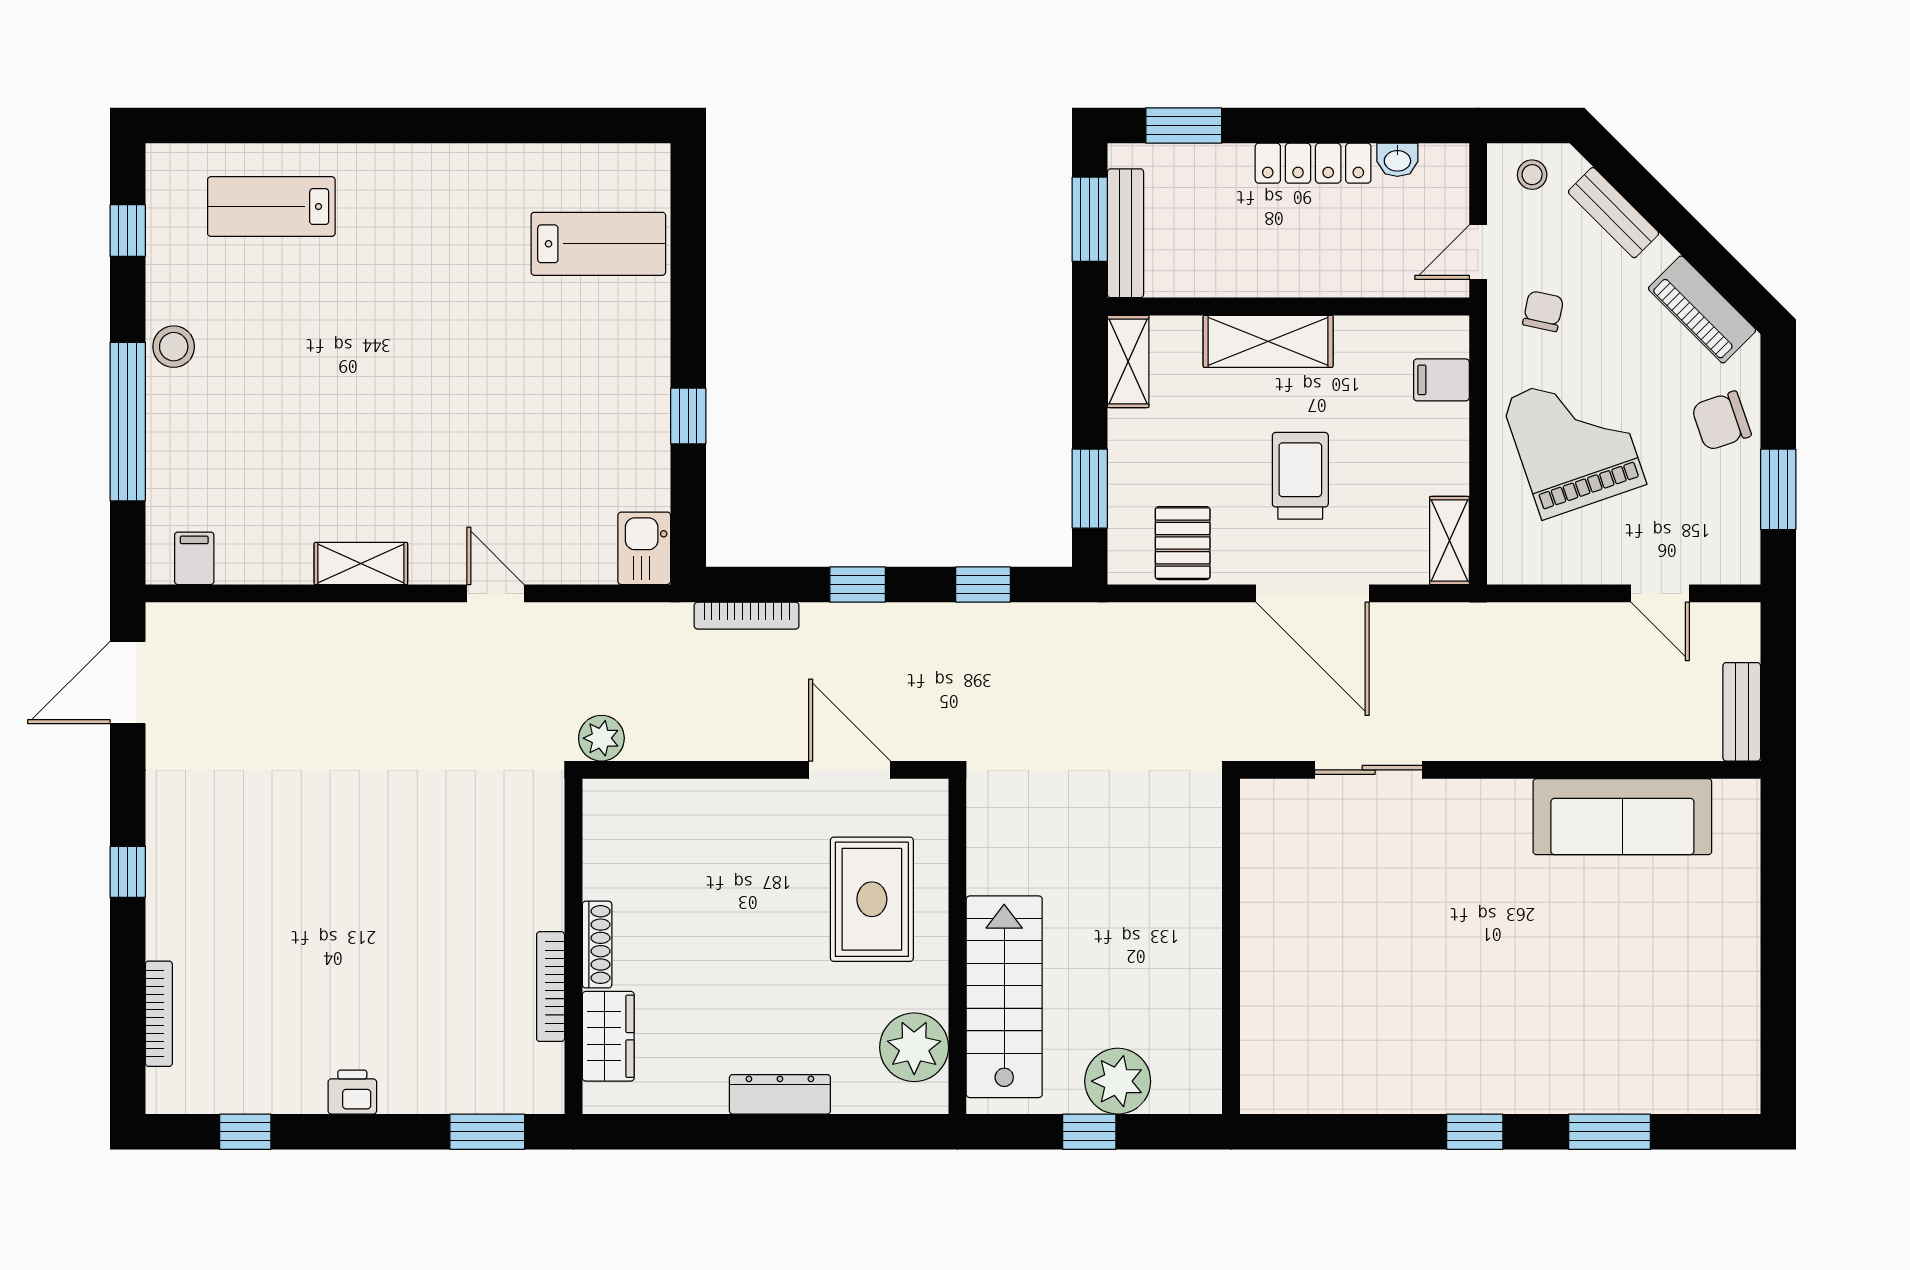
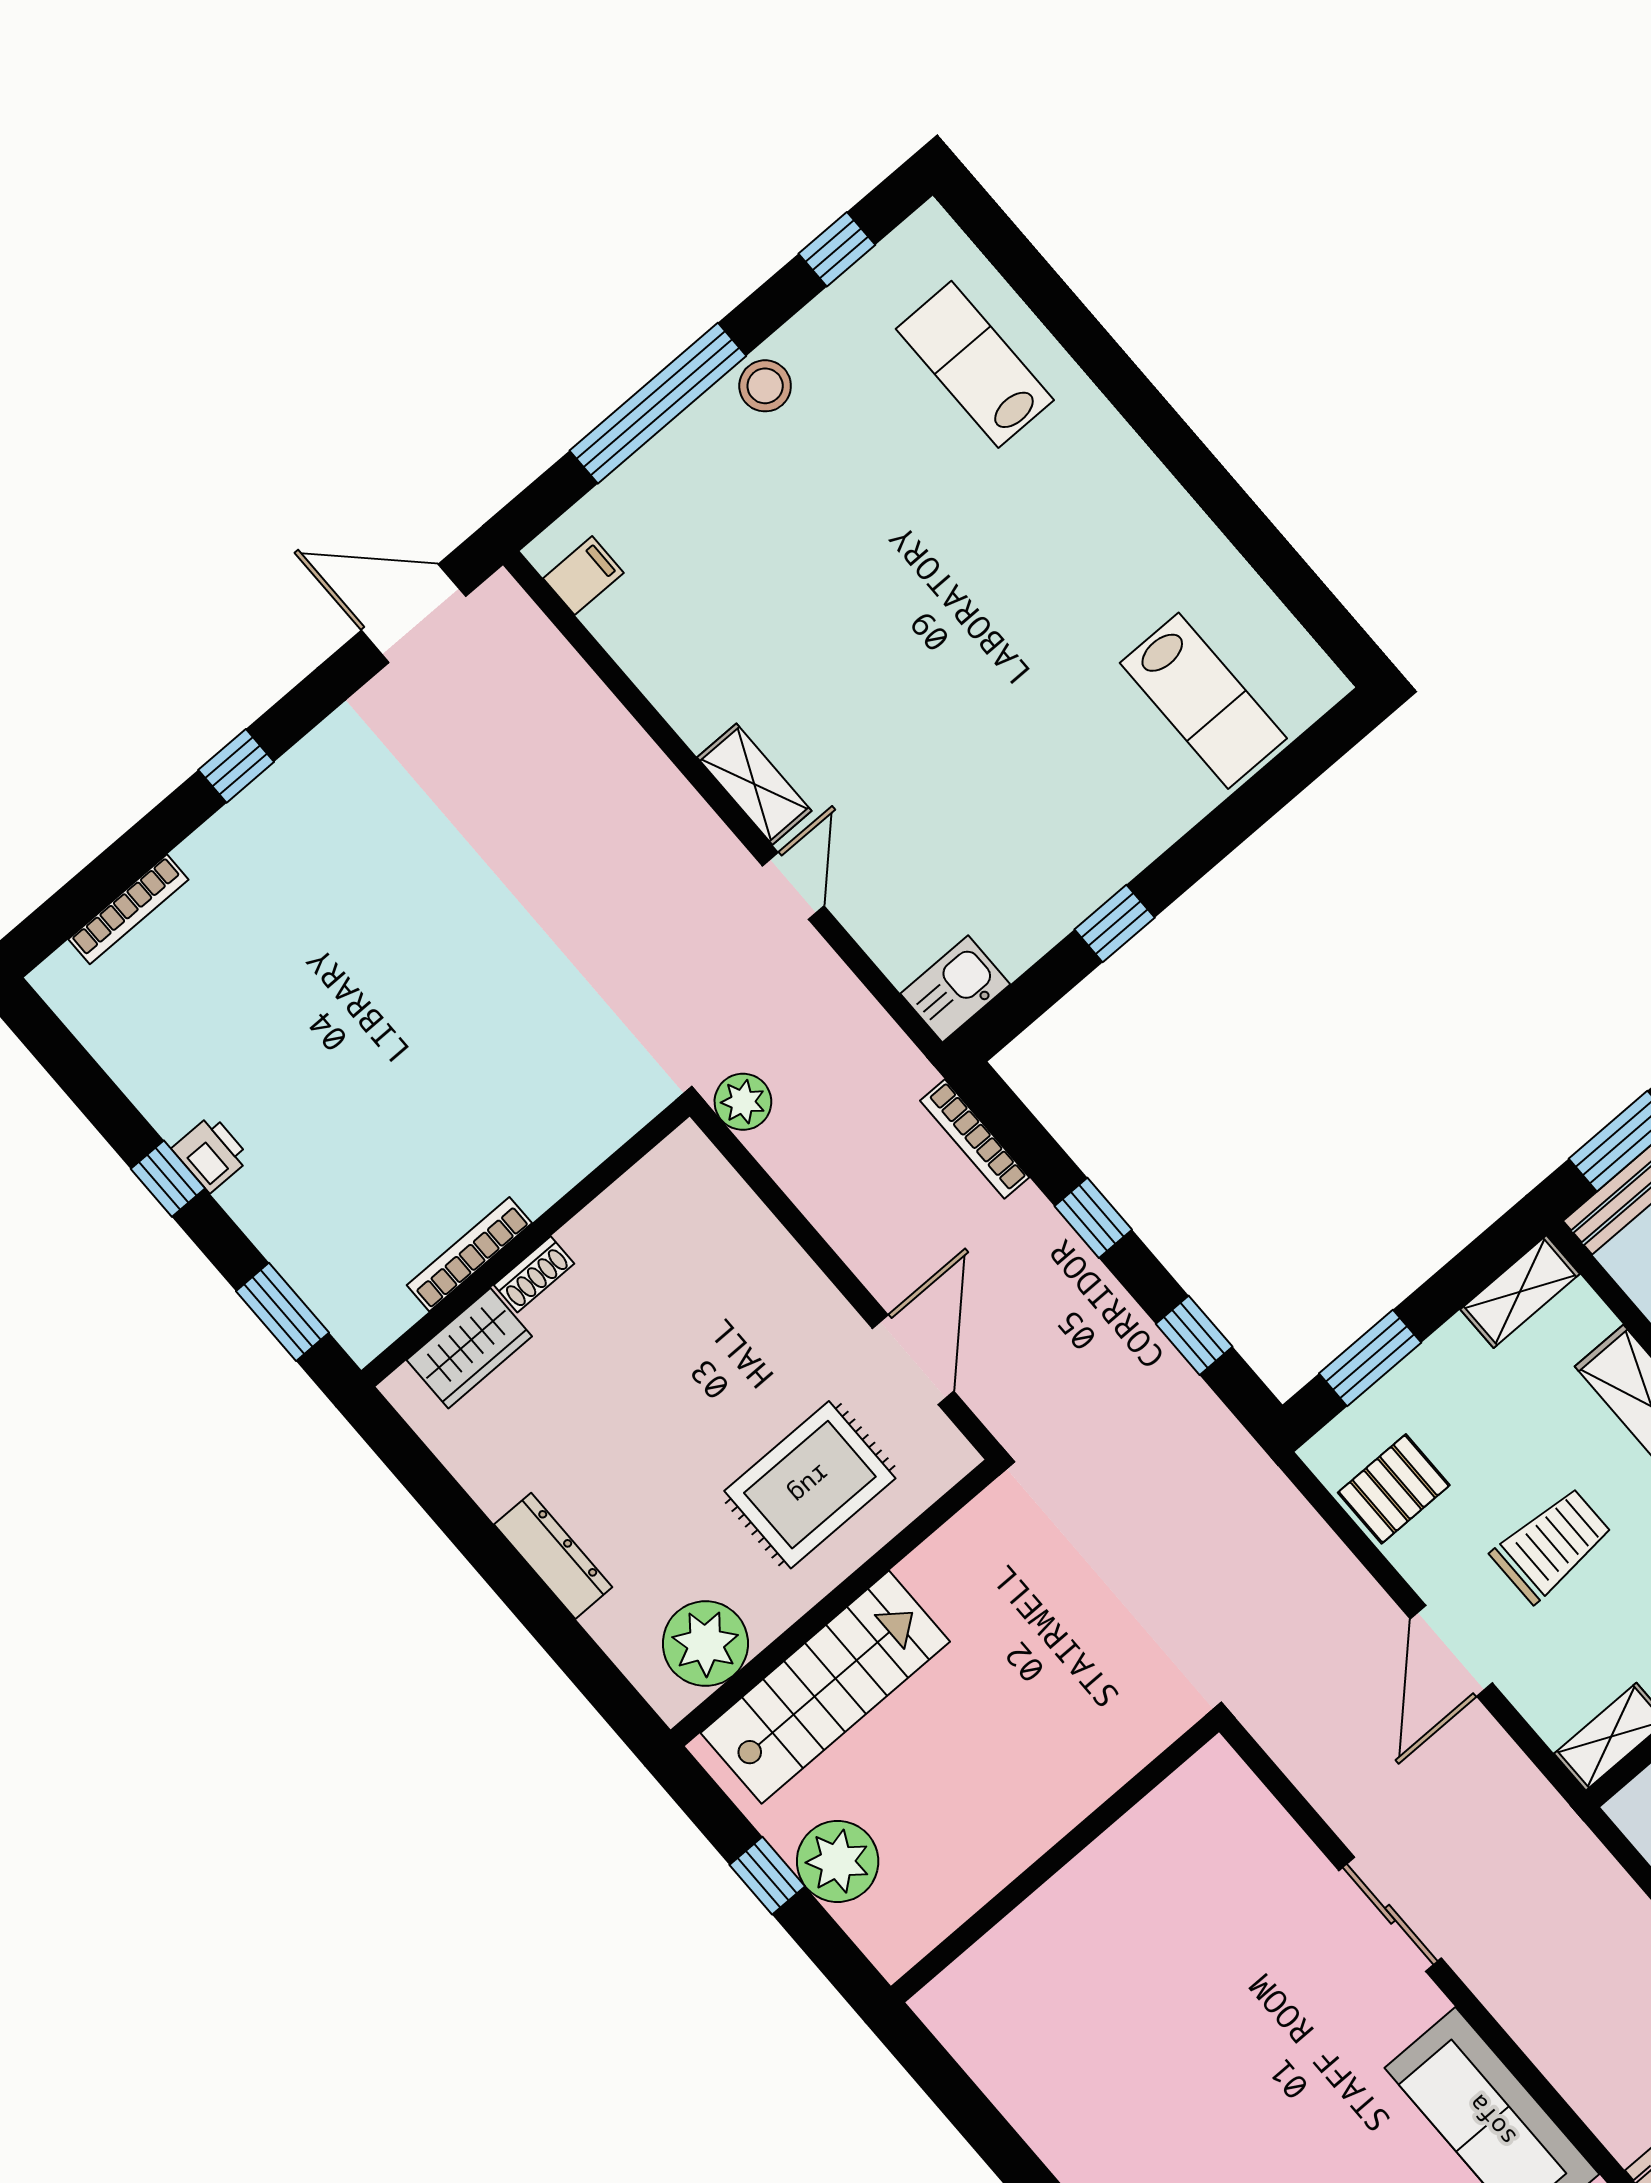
shelving: (361, 564) -> (754, 784), moved
door: (1312, 593) -> (1451, 1651), width x0.73
sliding door: (1369, 770) -> (1390, 1914), moved
shoe rack: (597, 945) -> (534, 1274), width x0.70
window: (245, 1132) -> (168, 1179), moved

